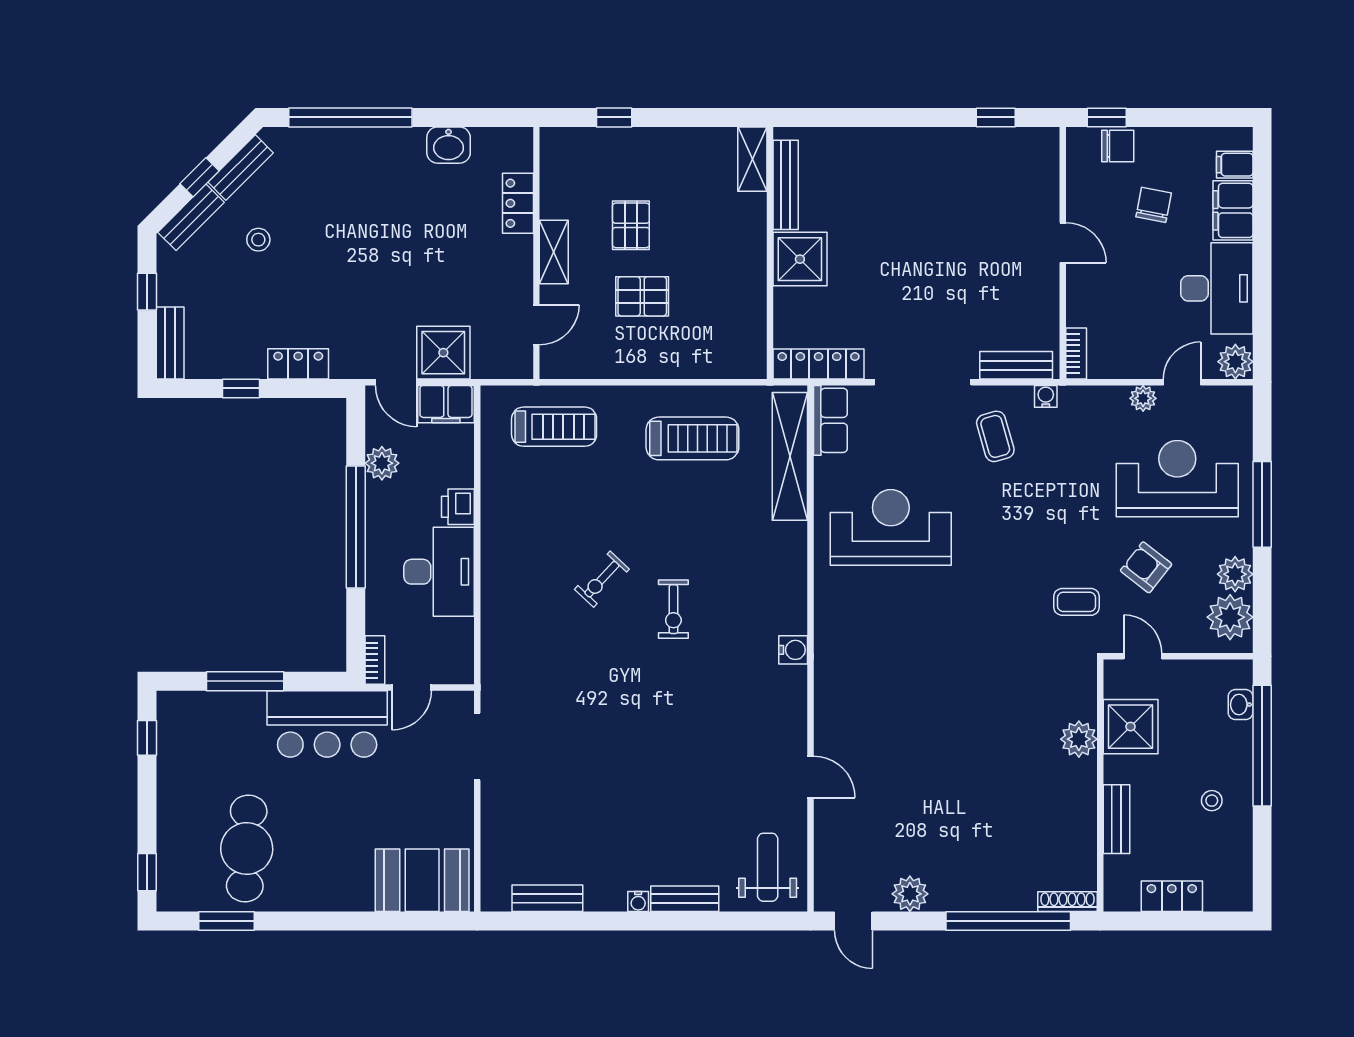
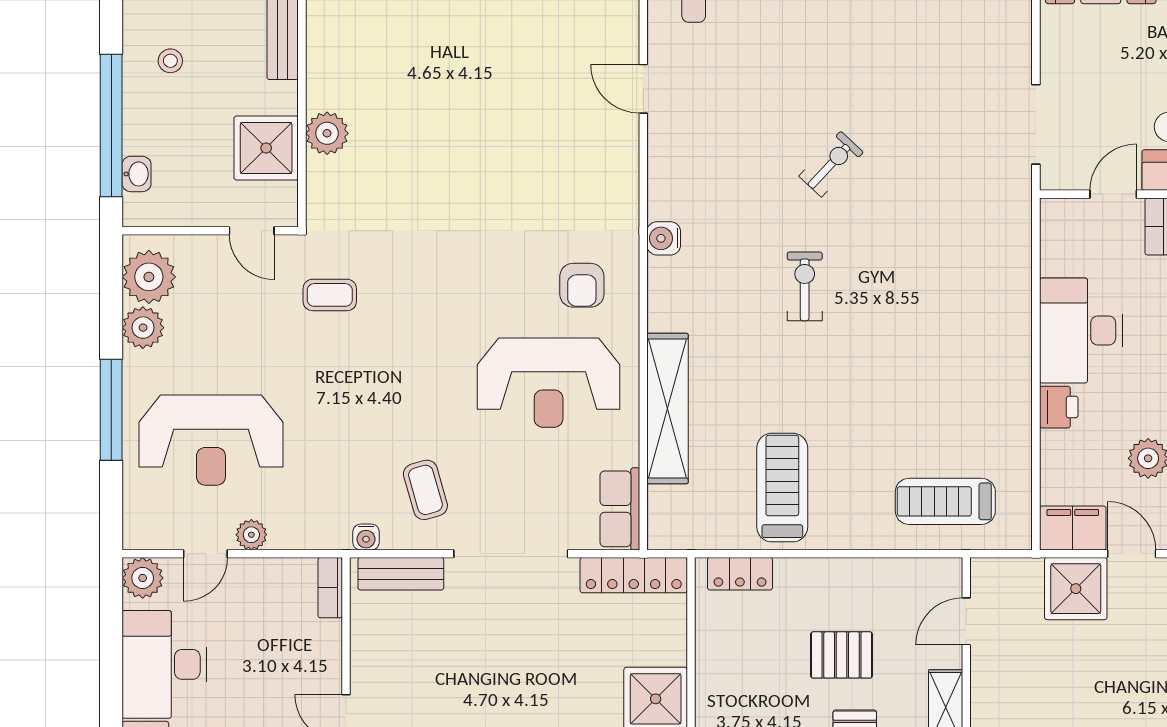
locker: (728, 365) -> (740, 574), added
treadmill: (692, 438) -> (782, 488), turned 90
shelving: (790, 456) -> (667, 408), moved
armchair: (1146, 567) -> (582, 285), moved, turned 52
exercise bike: (602, 579) -> (831, 164), moved

